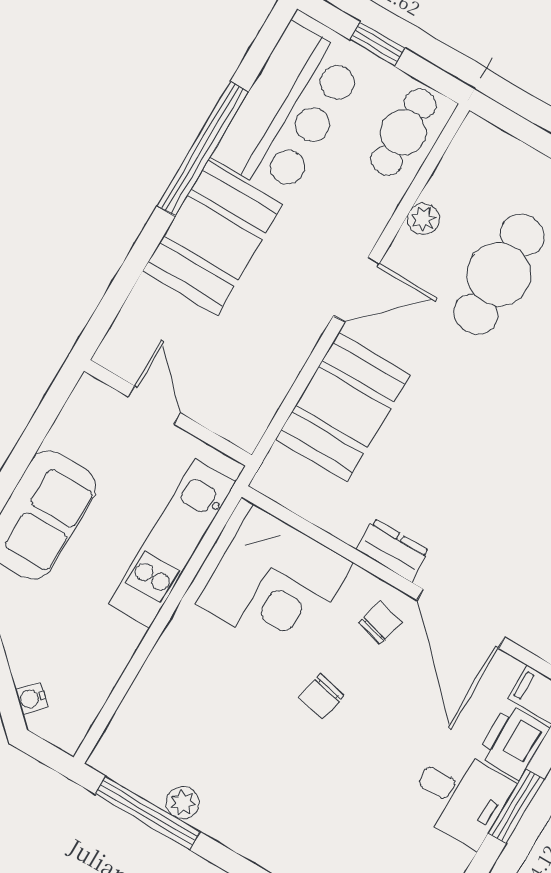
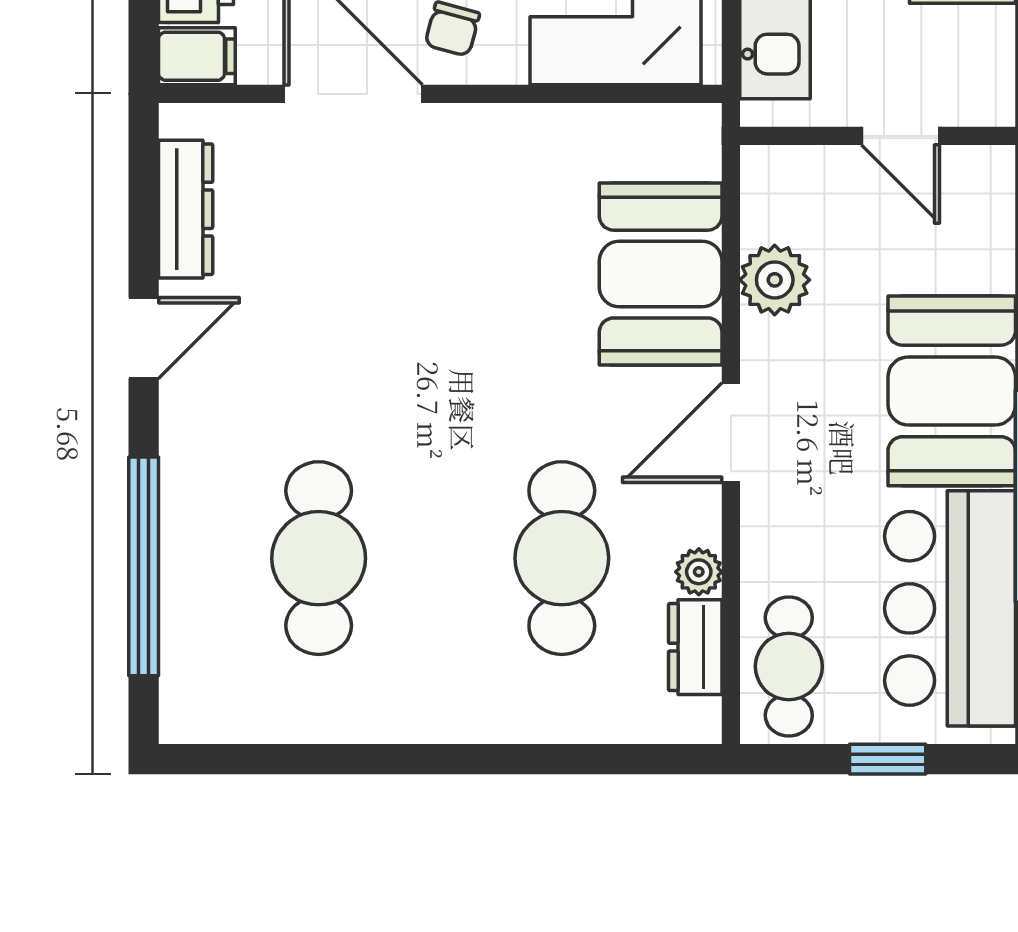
plant: (278, 364) -> (775, 280), added
dresser: (393, 550) -> (695, 647), moved, turned 90

